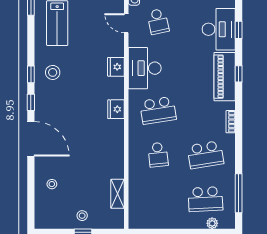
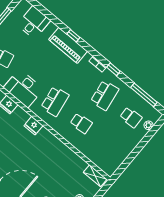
desk: (219, 29) -> (34, 23), width x0.73
window: (239, 30) -> (113, 69), moved
shelving: (118, 194) -> (95, 176), moved
school desk: (205, 199) -> (131, 117), width x0.54

